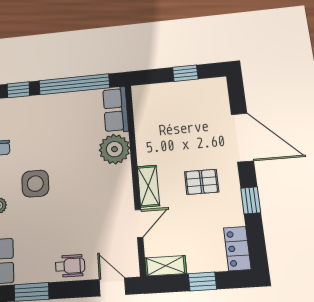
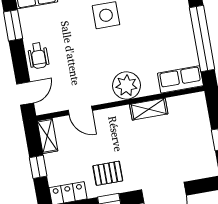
plant: (114, 149) -> (126, 85), moved
pallet: (202, 182) -> (108, 173), moved, turned 90
shelving: (148, 186) -> (149, 109), moved

